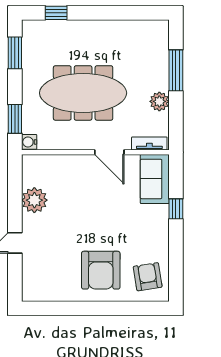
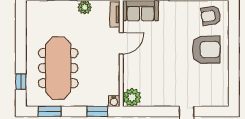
meeting table: (83, 93) -> (58, 68), moved
plant: (34, 200) -> (132, 97), moved

